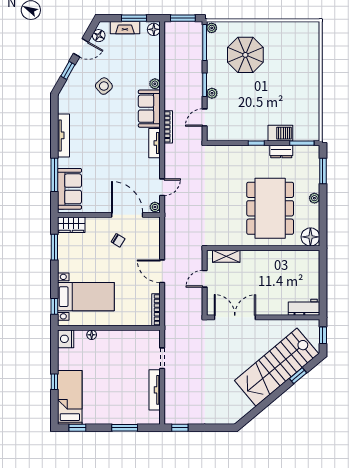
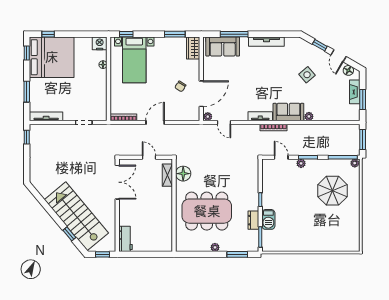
floor lamp: (154, 29) -> (353, 116), removed
floor lamp: (310, 237) -> (183, 174), moved
window: (54, 382) -> (48, 34), moved
tv unit: (155, 390) -> (46, 116), moved
bed: (70, 397) -> (52, 57), width x2.04

